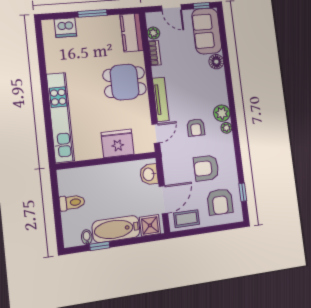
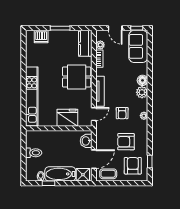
floor lamp: (216, 62) -> (142, 80), moved
plant: (222, 113) -> (142, 92), moved
armchair: (220, 202) -> (133, 166), turned 180

